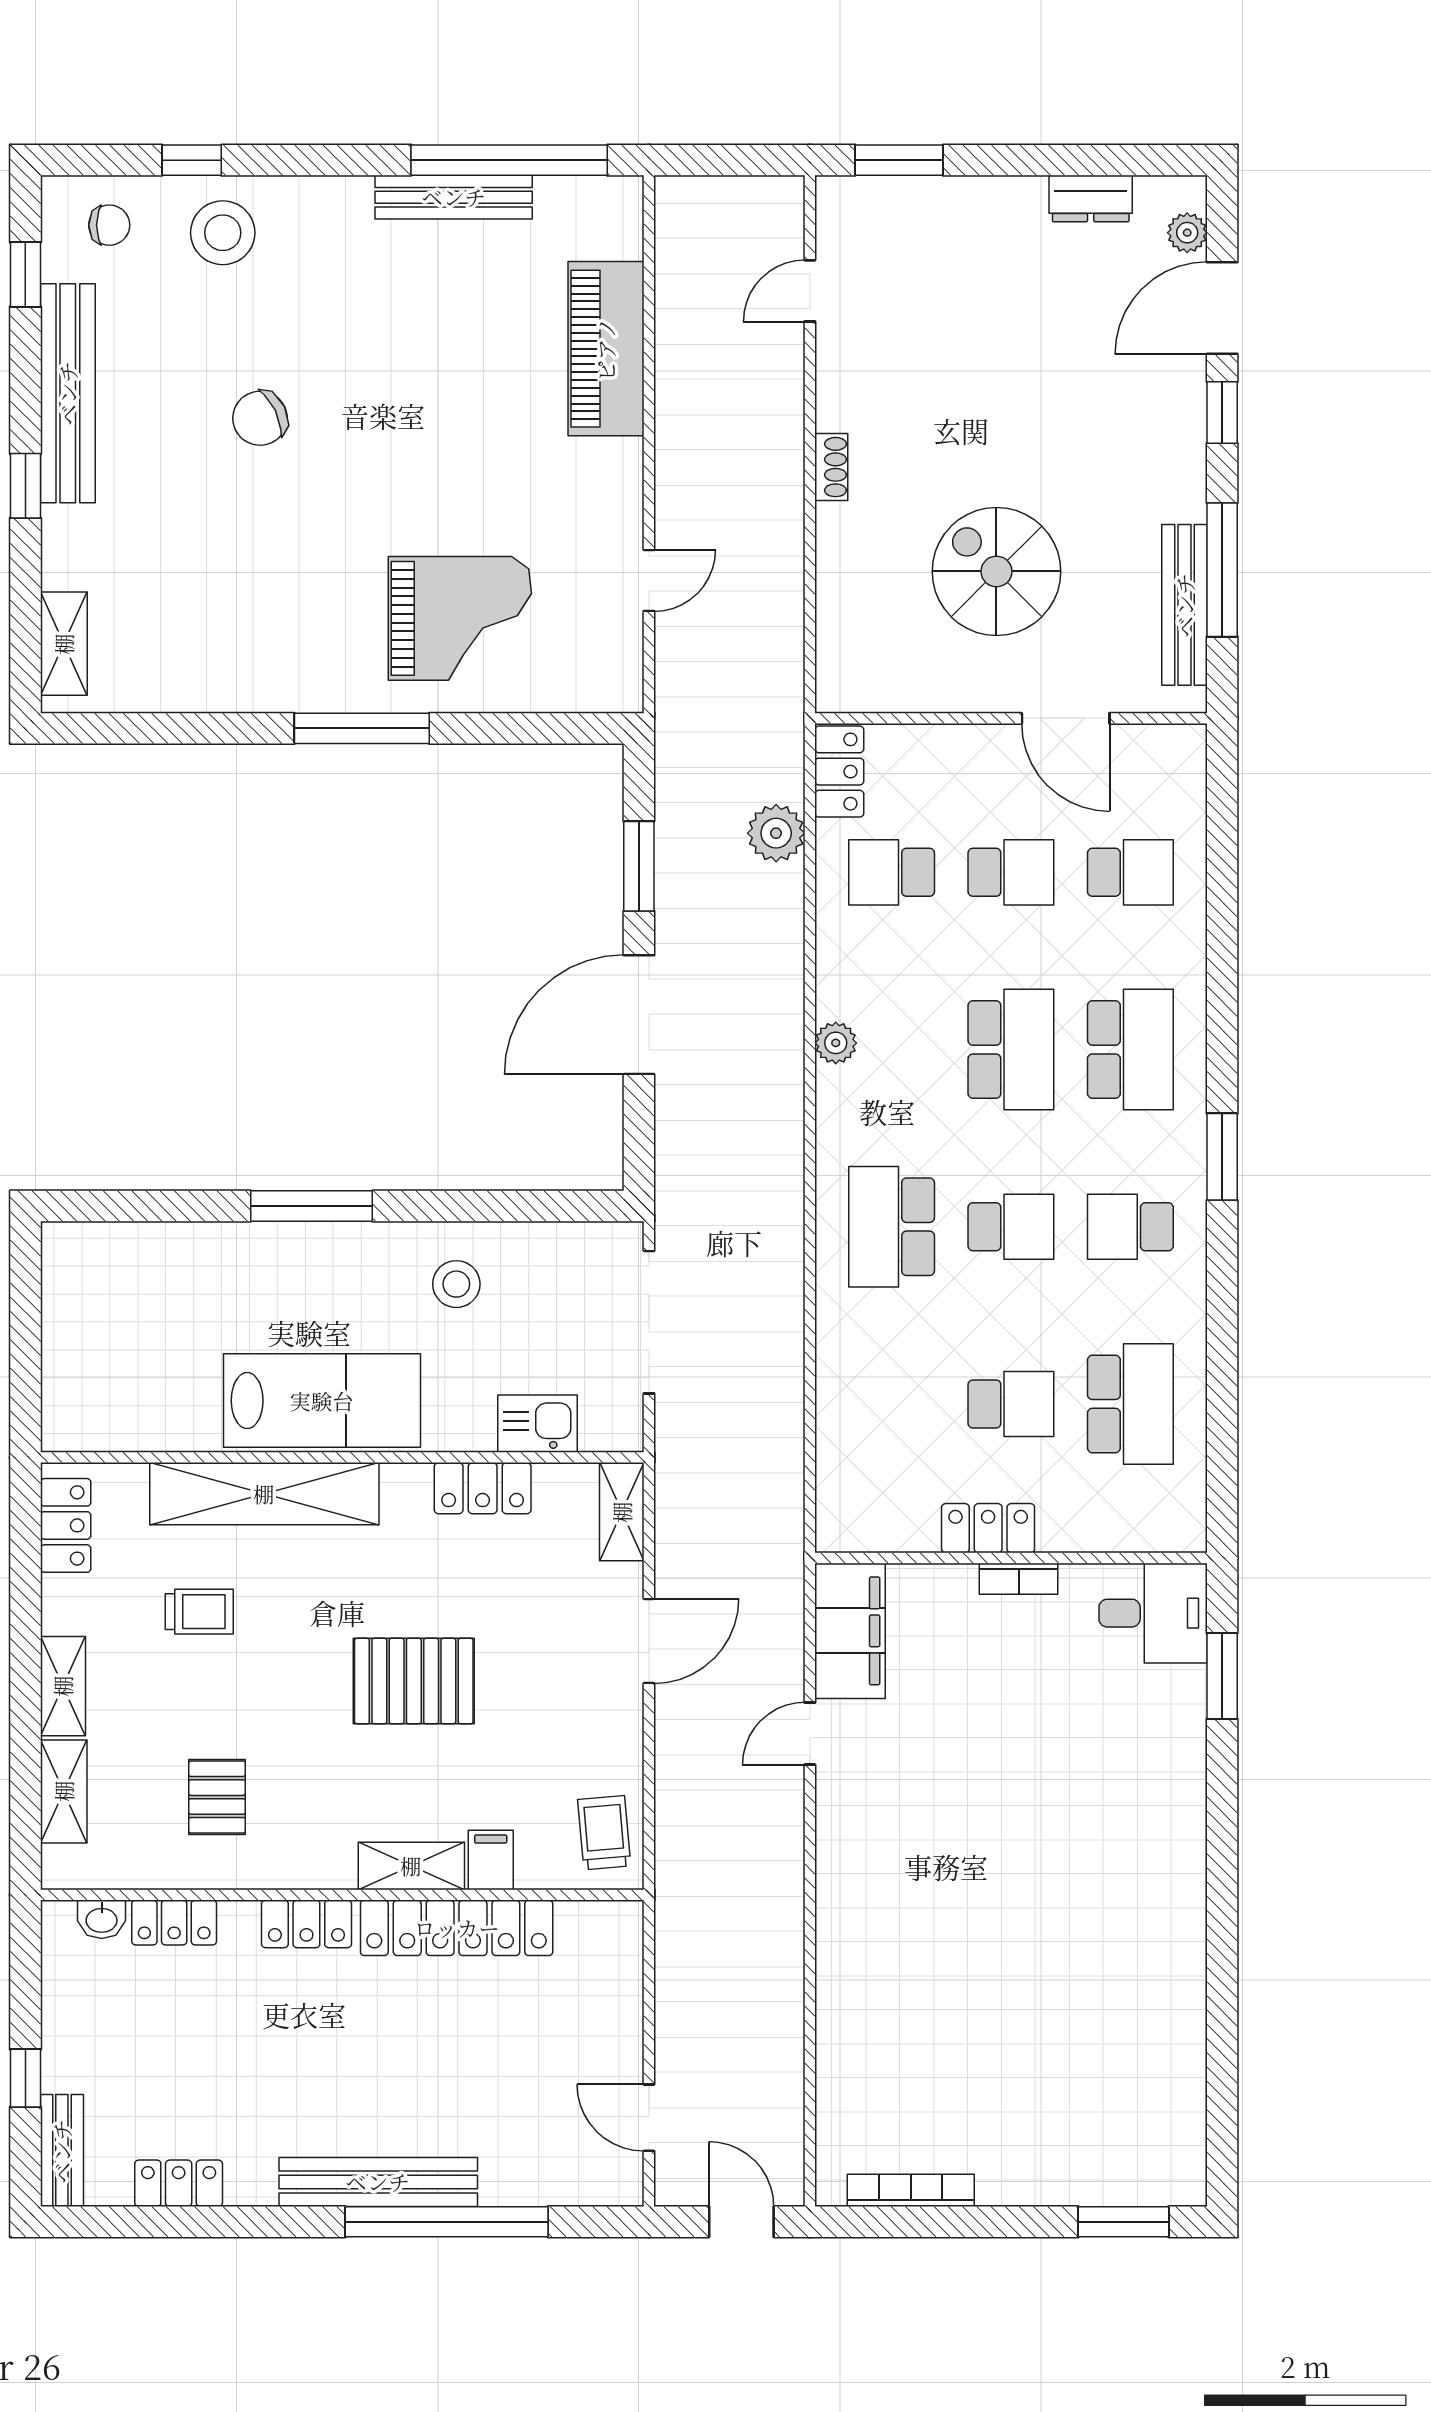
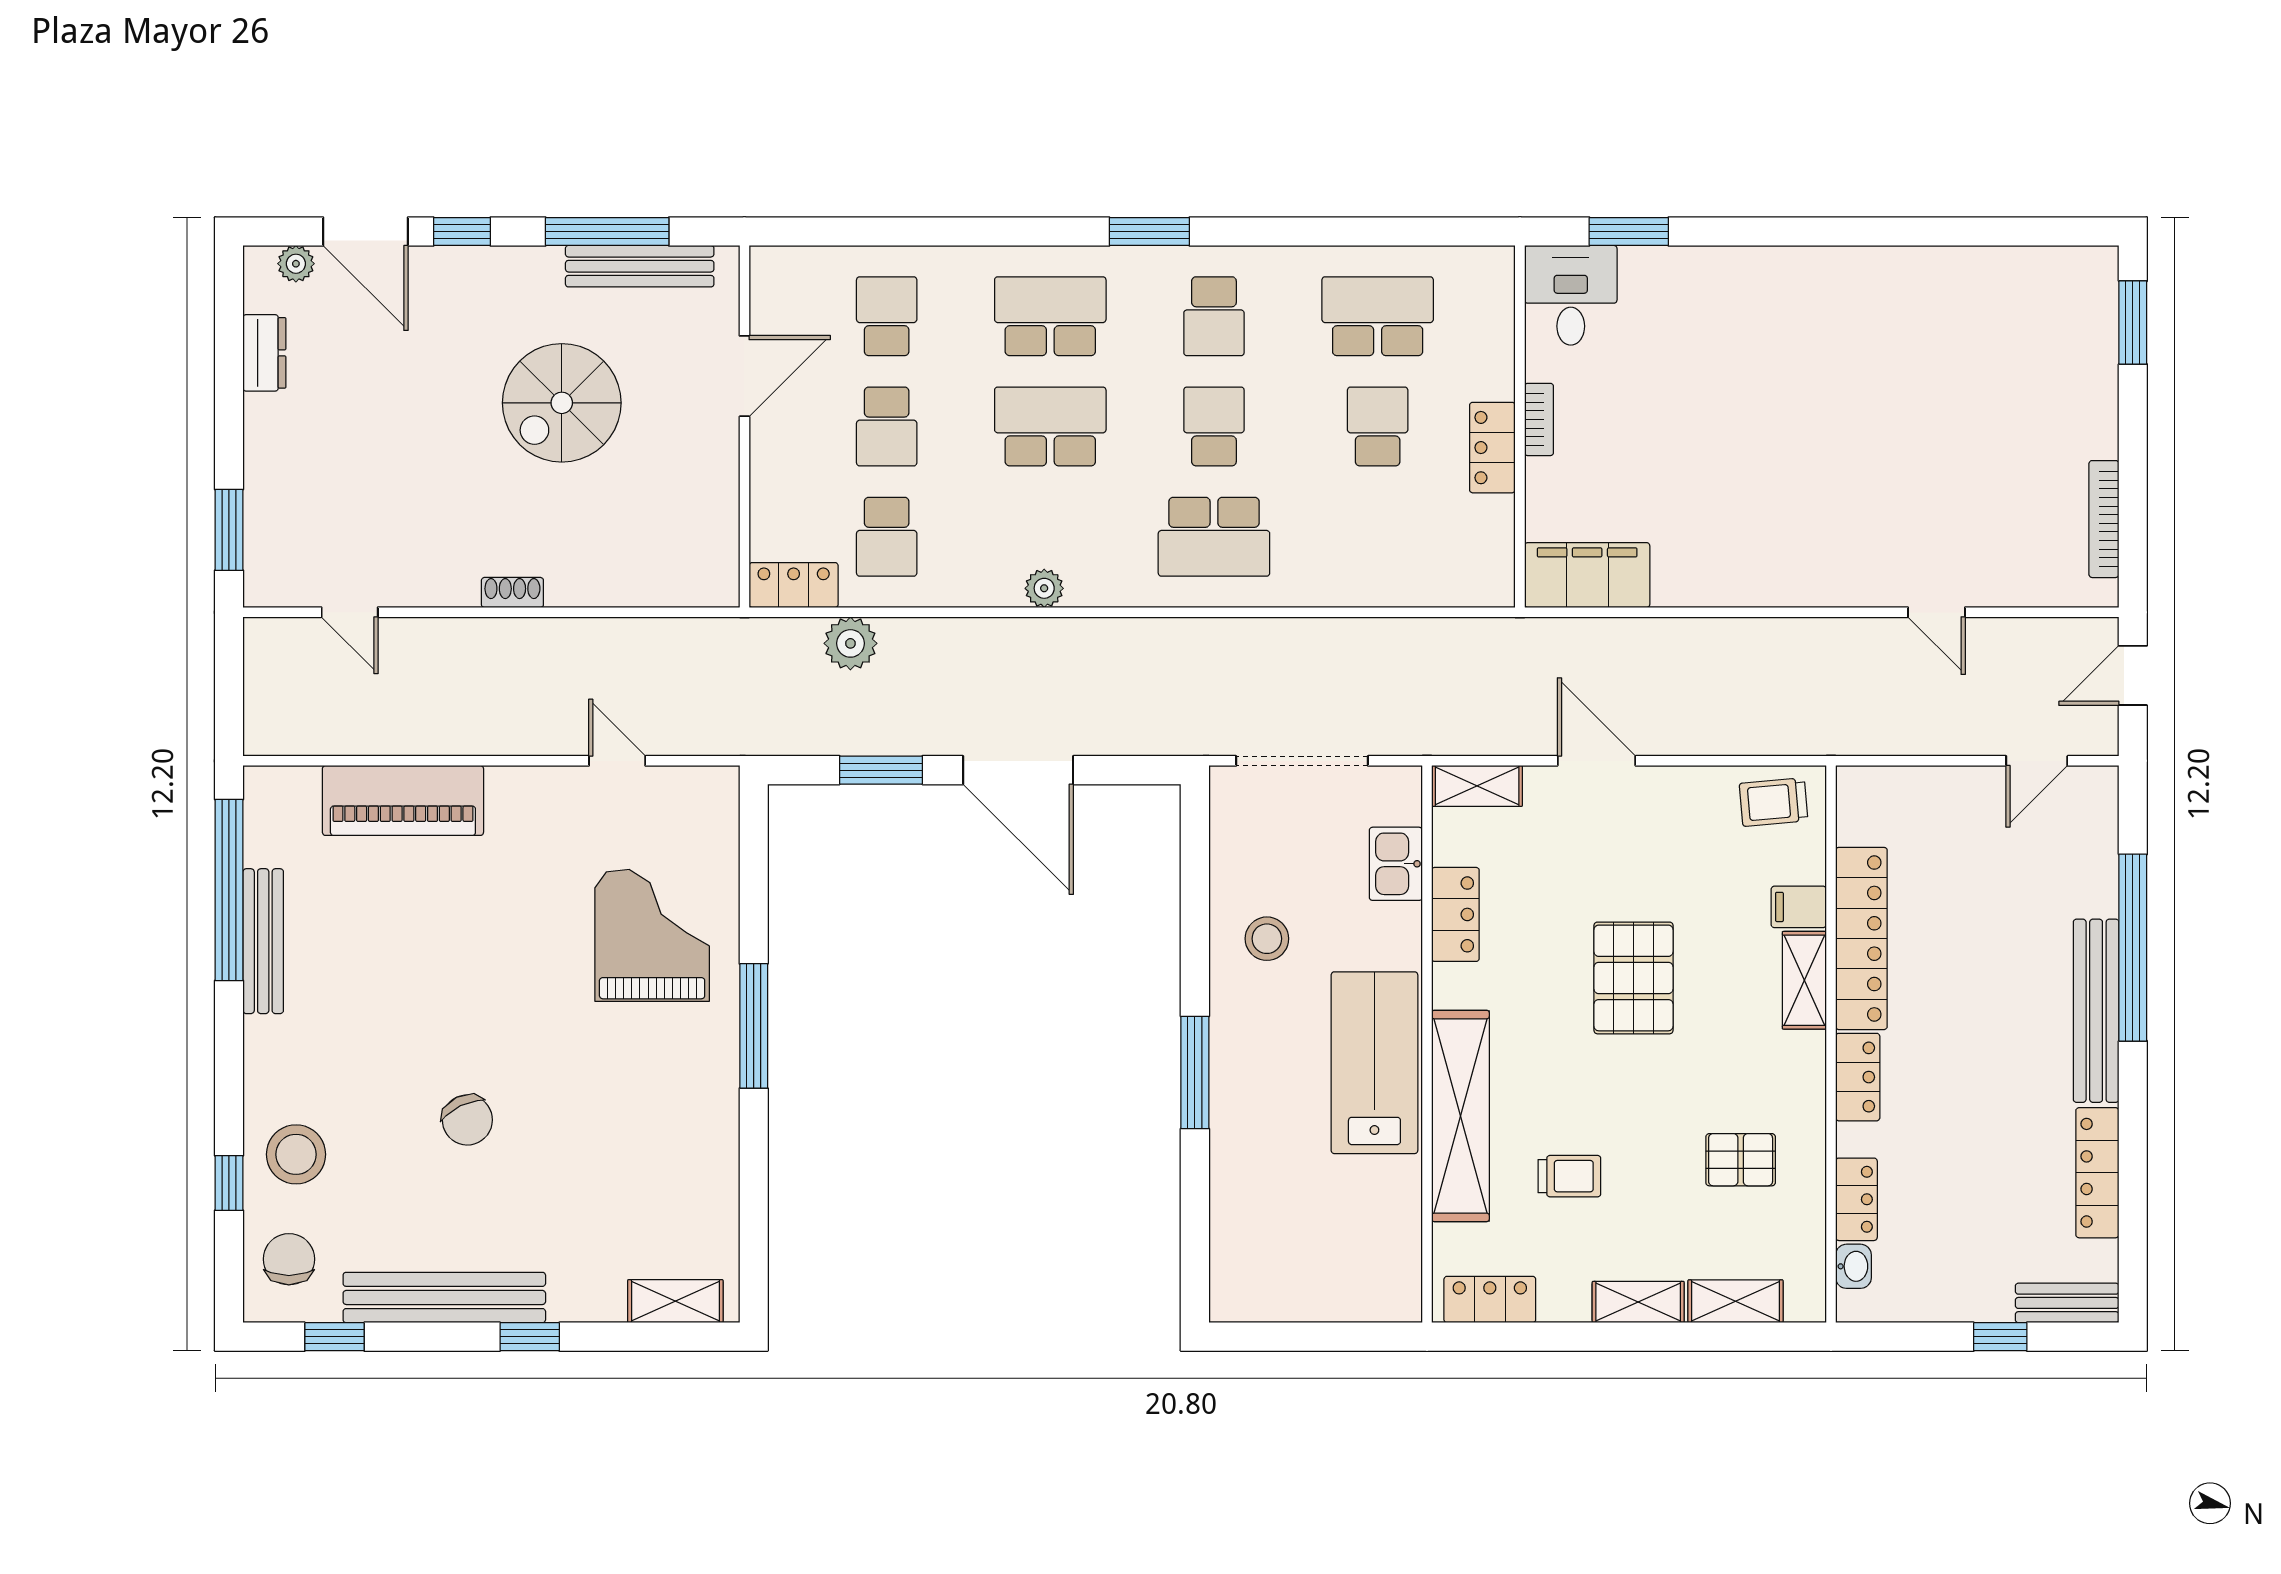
chair: (109, 225) -> (289, 1259), width x1.37, depth x1.37
spiral stairs: (996, 571) -> (562, 403), moved
school desk: (1011, 872) -> (887, 426), turned 180
trolley: (199, 1612) -> (1569, 1176), turned 90
door: (810, 1734) -> (1936, 612), moved
locker: (179, 2183) -> (2097, 1173), width x1.53

